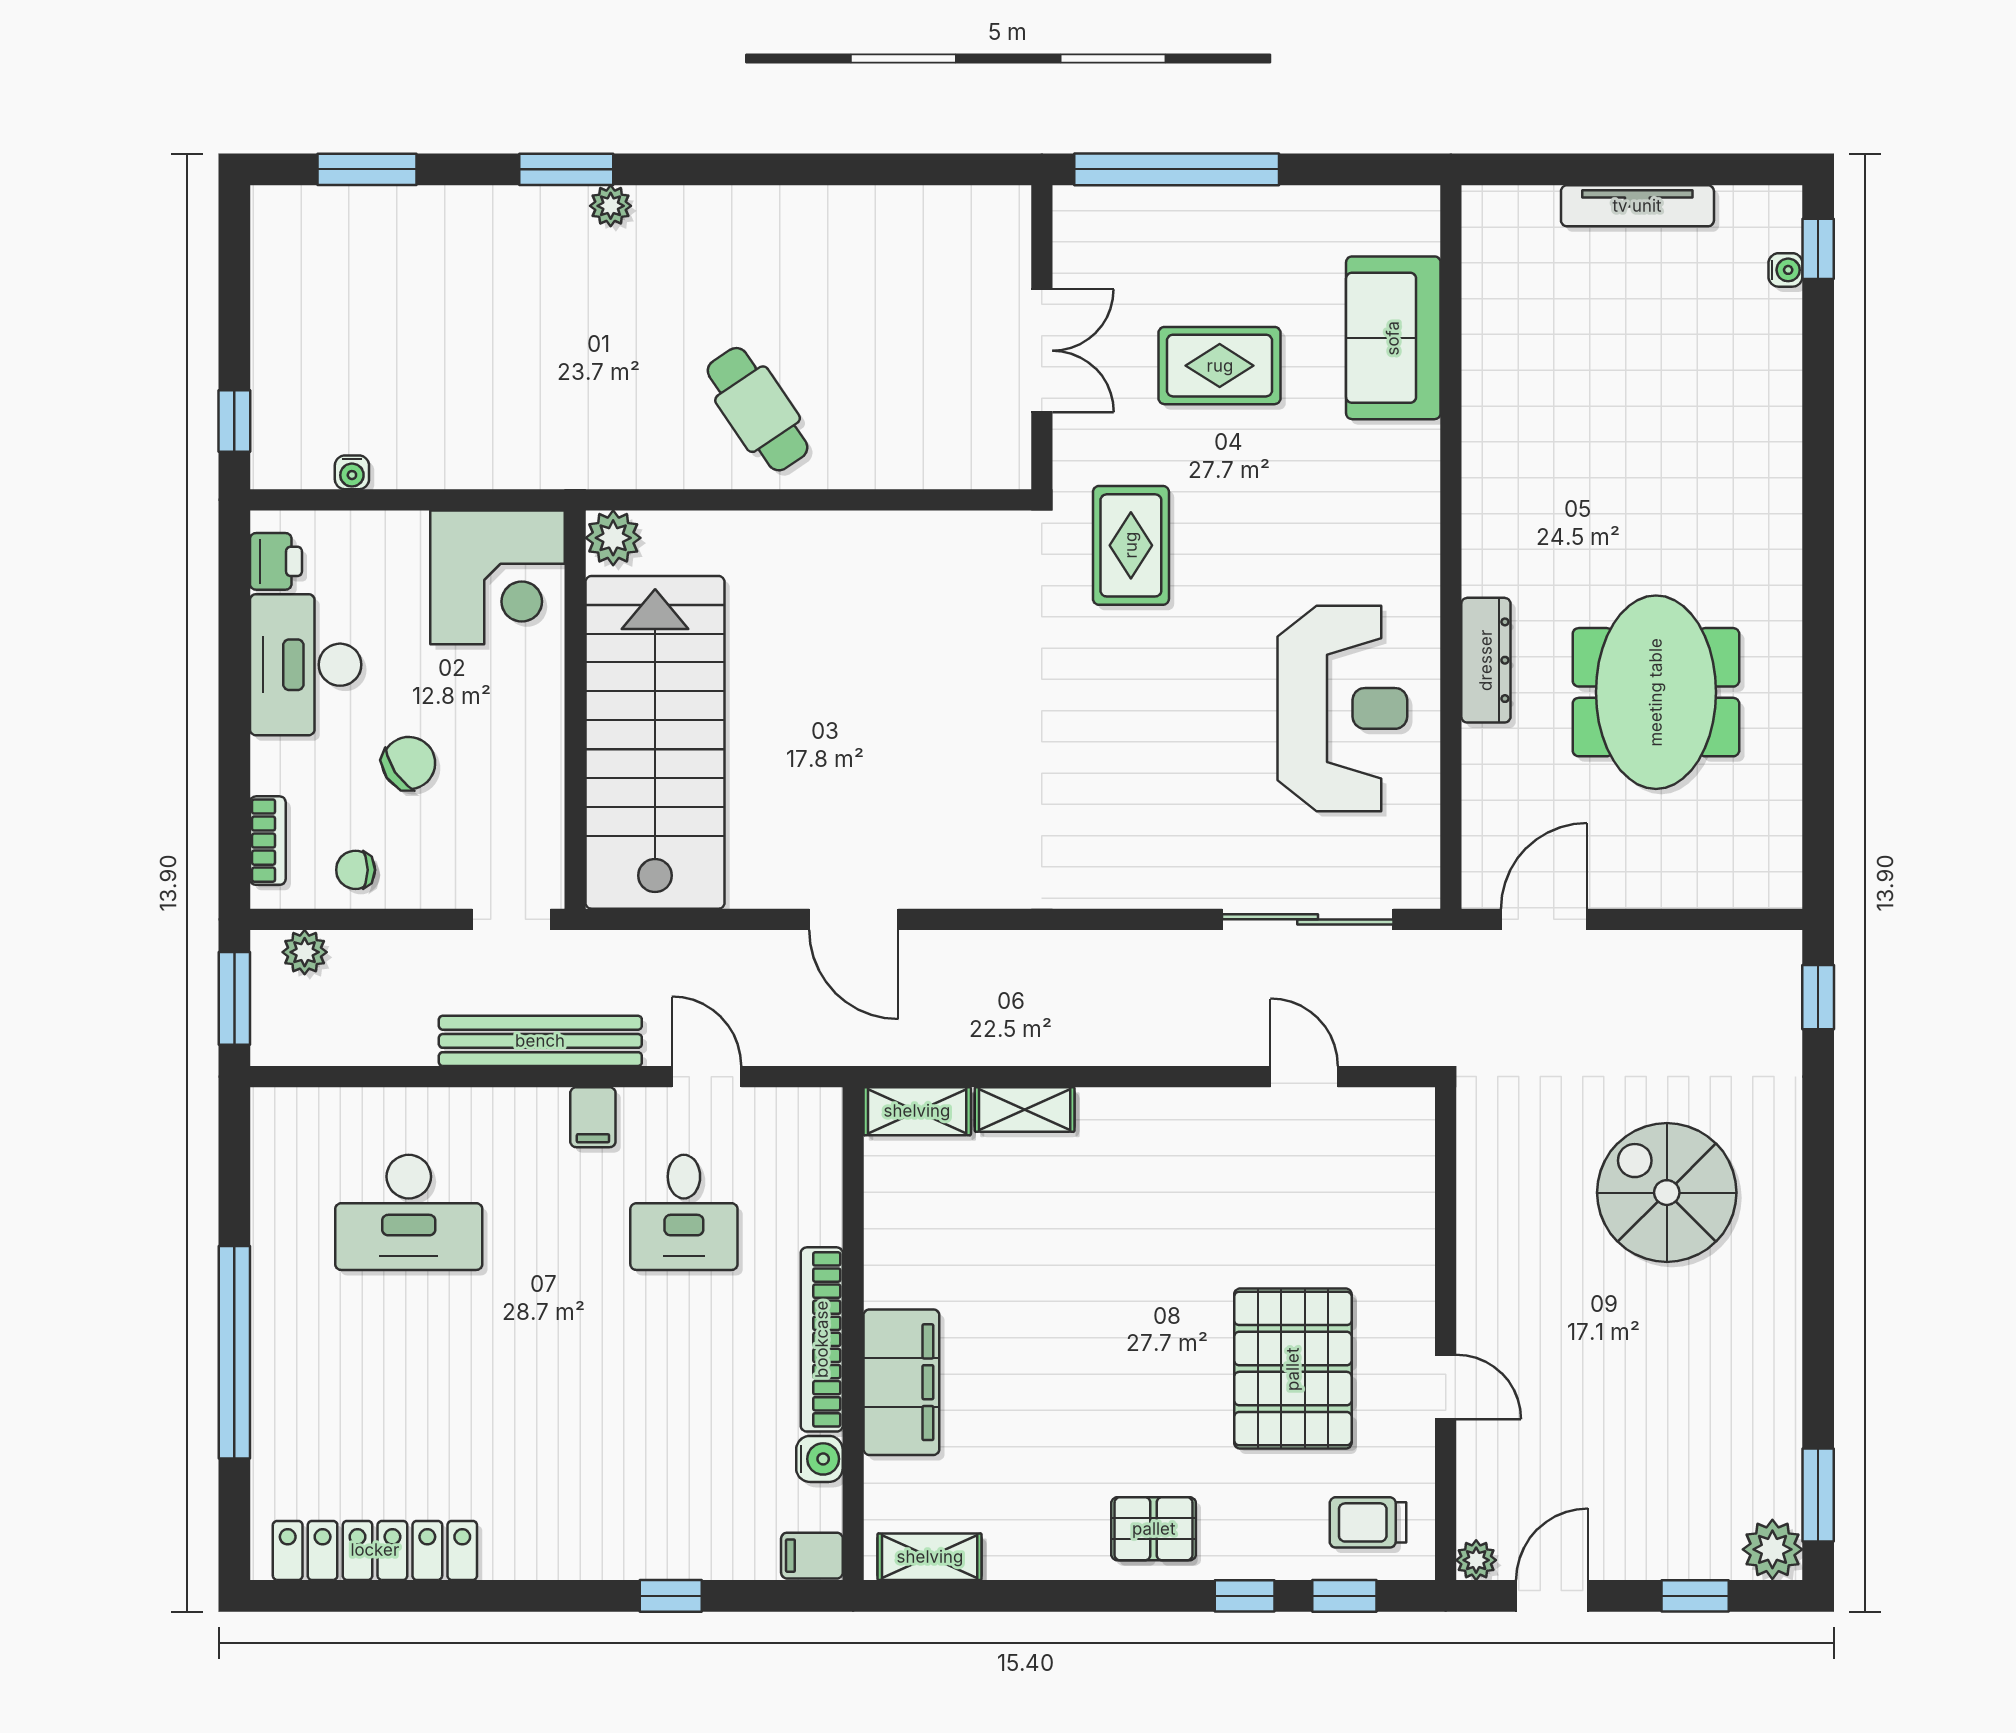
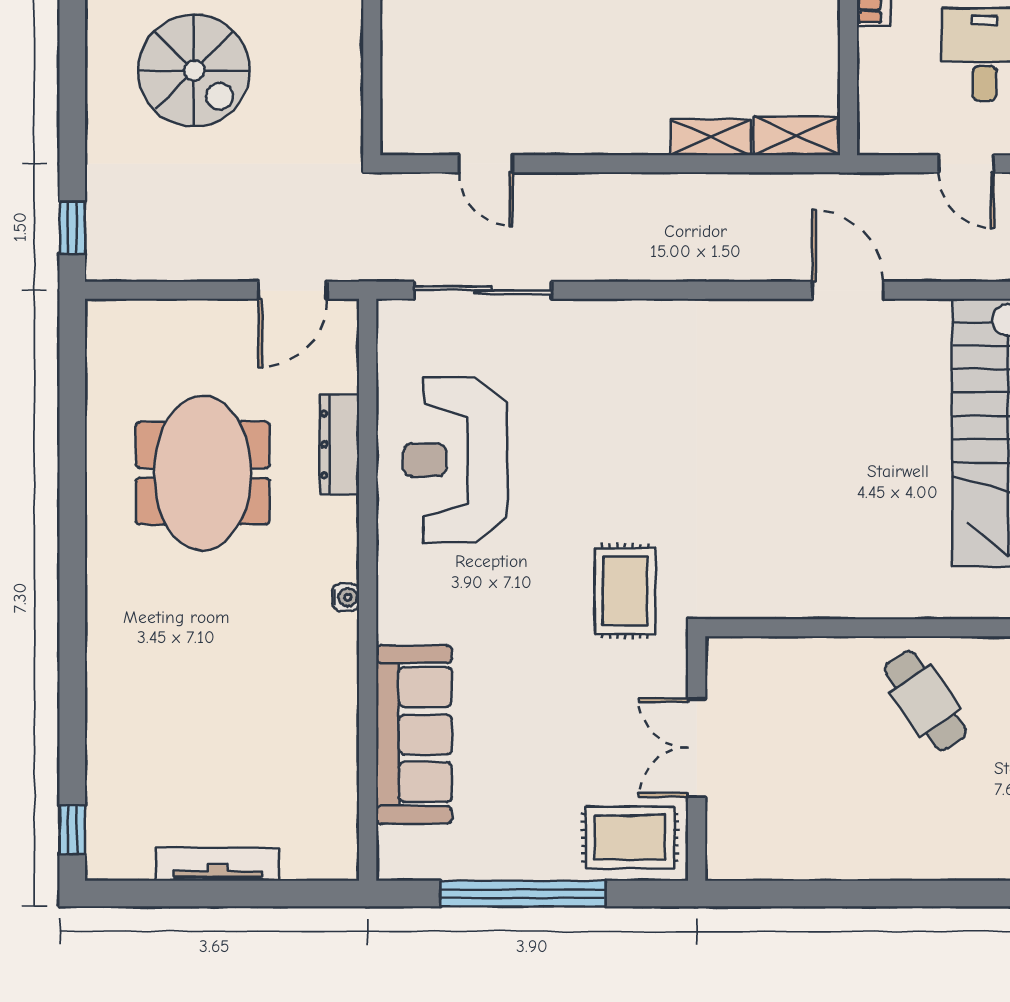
window: (1177, 169) -> (523, 894), moved
water cooler: (1785, 270) -> (346, 597), moved, turned 180
sofa: (1393, 338) -> (414, 734), width x1.36
rug: (1220, 366) -> (630, 838), moved
dresser: (1486, 660) -> (339, 444), moved

